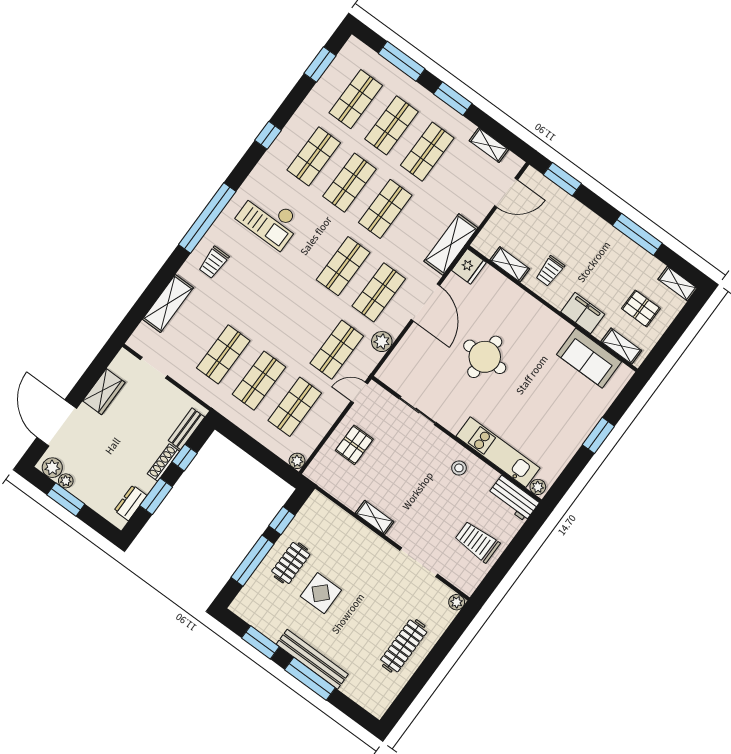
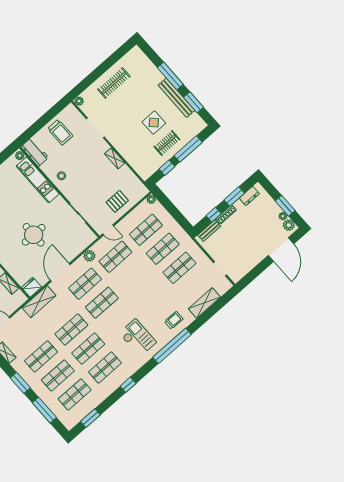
wardrobe: (104, 392) -> (251, 261), removed
bench: (312, 659) -> (176, 98), moved

